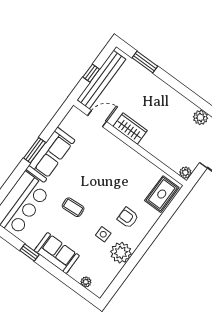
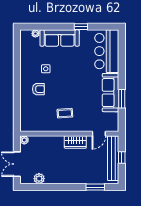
window: (35, 150) -> (122, 99), moved
rug: (162, 194) -> (29, 117), removed
coffee table: (73, 207) -> (65, 113), moved
sofa: (57, 253) -> (60, 38), width x1.36
plant: (121, 253) -> (28, 66), removed

